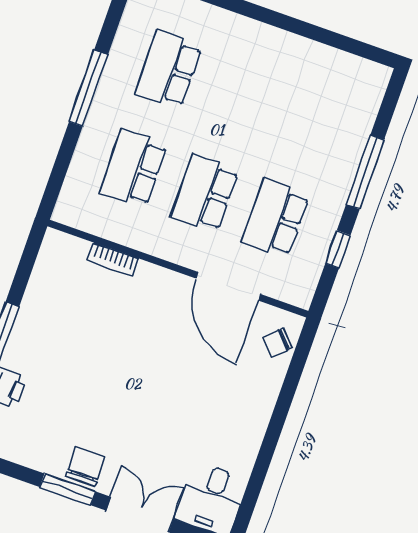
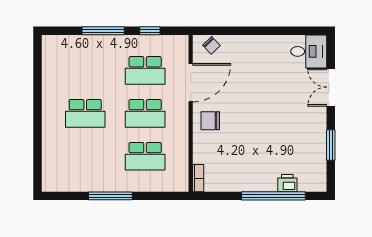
school desk: (168, 70) -> (85, 113), moved
bookcase: (113, 260) -> (198, 178), moved
chair: (85, 467) -> (210, 121), moved
window: (68, 489) -> (331, 145), moved

